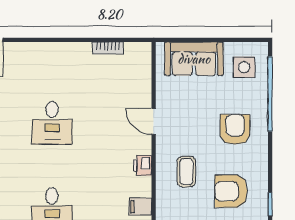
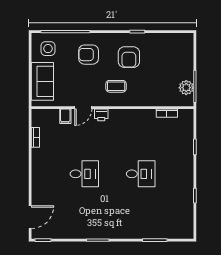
printer: (142, 165) -> (101, 115), moved
filing cabinet: (140, 207) -> (65, 116), moved

